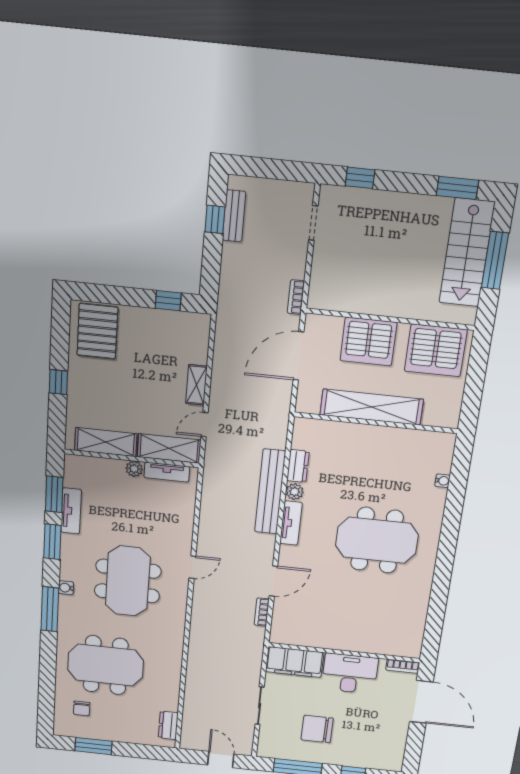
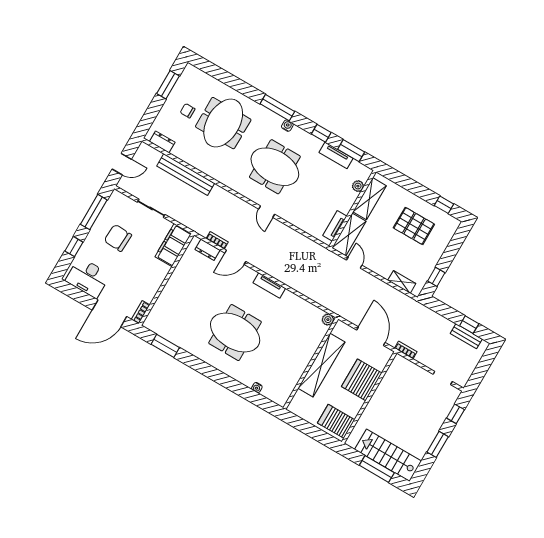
window: (457, 188) -> (438, 444), moved
pallet: (97, 331) -> (414, 226), moved
server rack: (436, 350) -> (336, 421), width x0.62
window: (58, 382) -> (444, 205), moved
shelving: (196, 385) -> (402, 282), moved
dresser: (298, 466) -> (207, 250), moved
plant: (134, 469) -> (358, 186), moved
bench: (270, 492) -> (186, 175), moved
plant: (295, 492) -> (328, 320), moved
meeting table: (377, 540) -> (235, 333), turned 90
window: (52, 542) -> (321, 133), width x0.67
door: (273, 581) -> (235, 257), hinge flipped
window: (435, 619) -> (165, 346), added
desk: (350, 674) -> (88, 278), moved, turned 90
chair: (82, 708) -> (188, 111), moved
chair: (317, 729) -> (118, 238), turned -87

